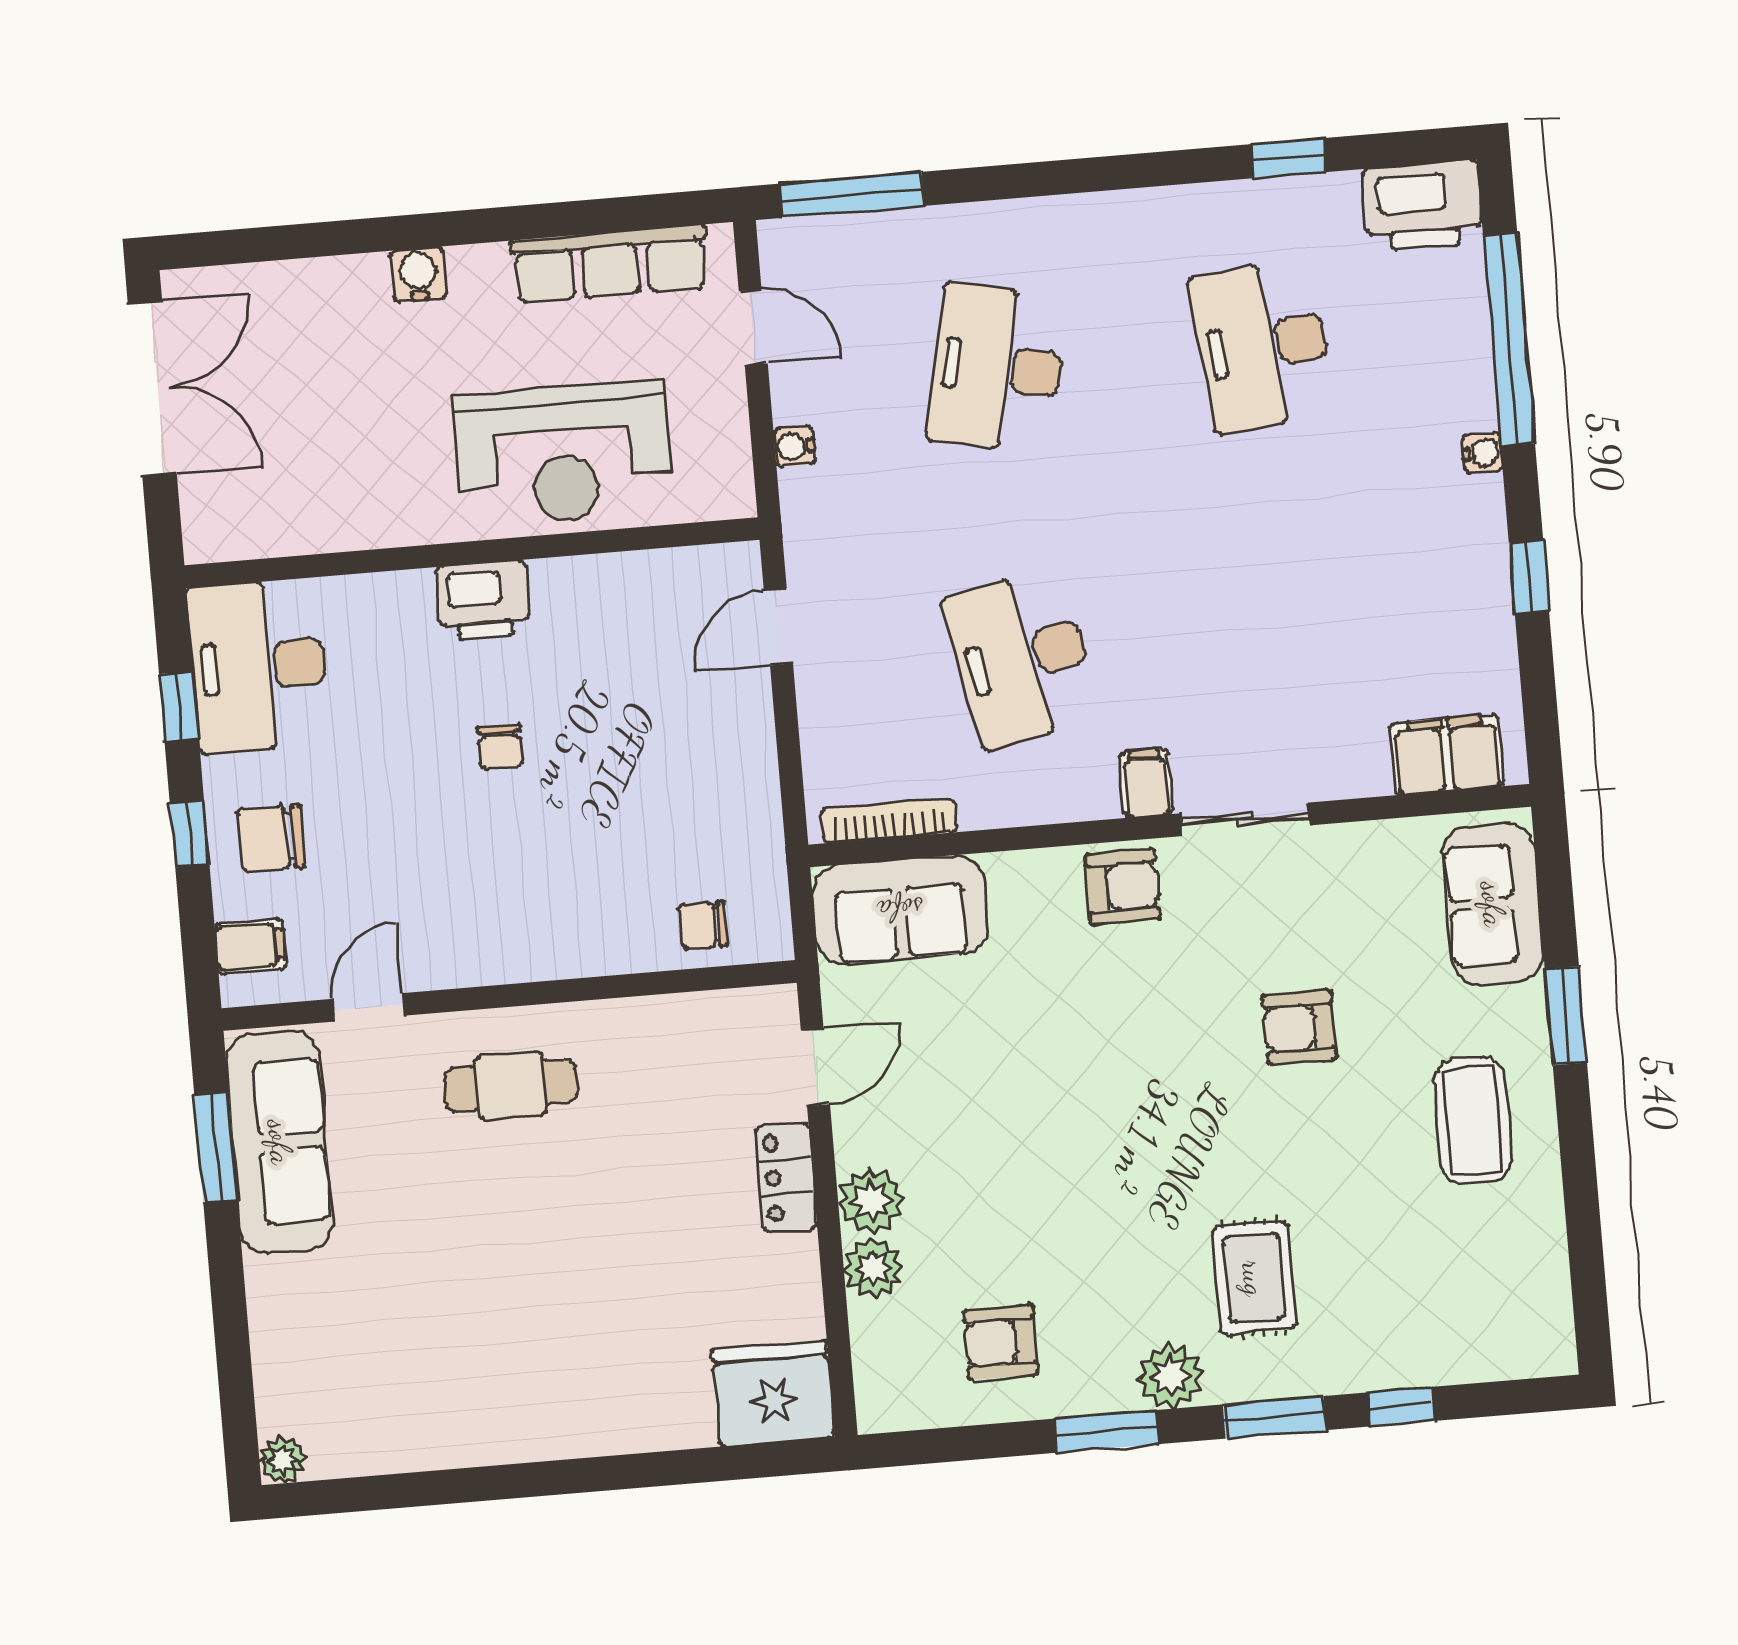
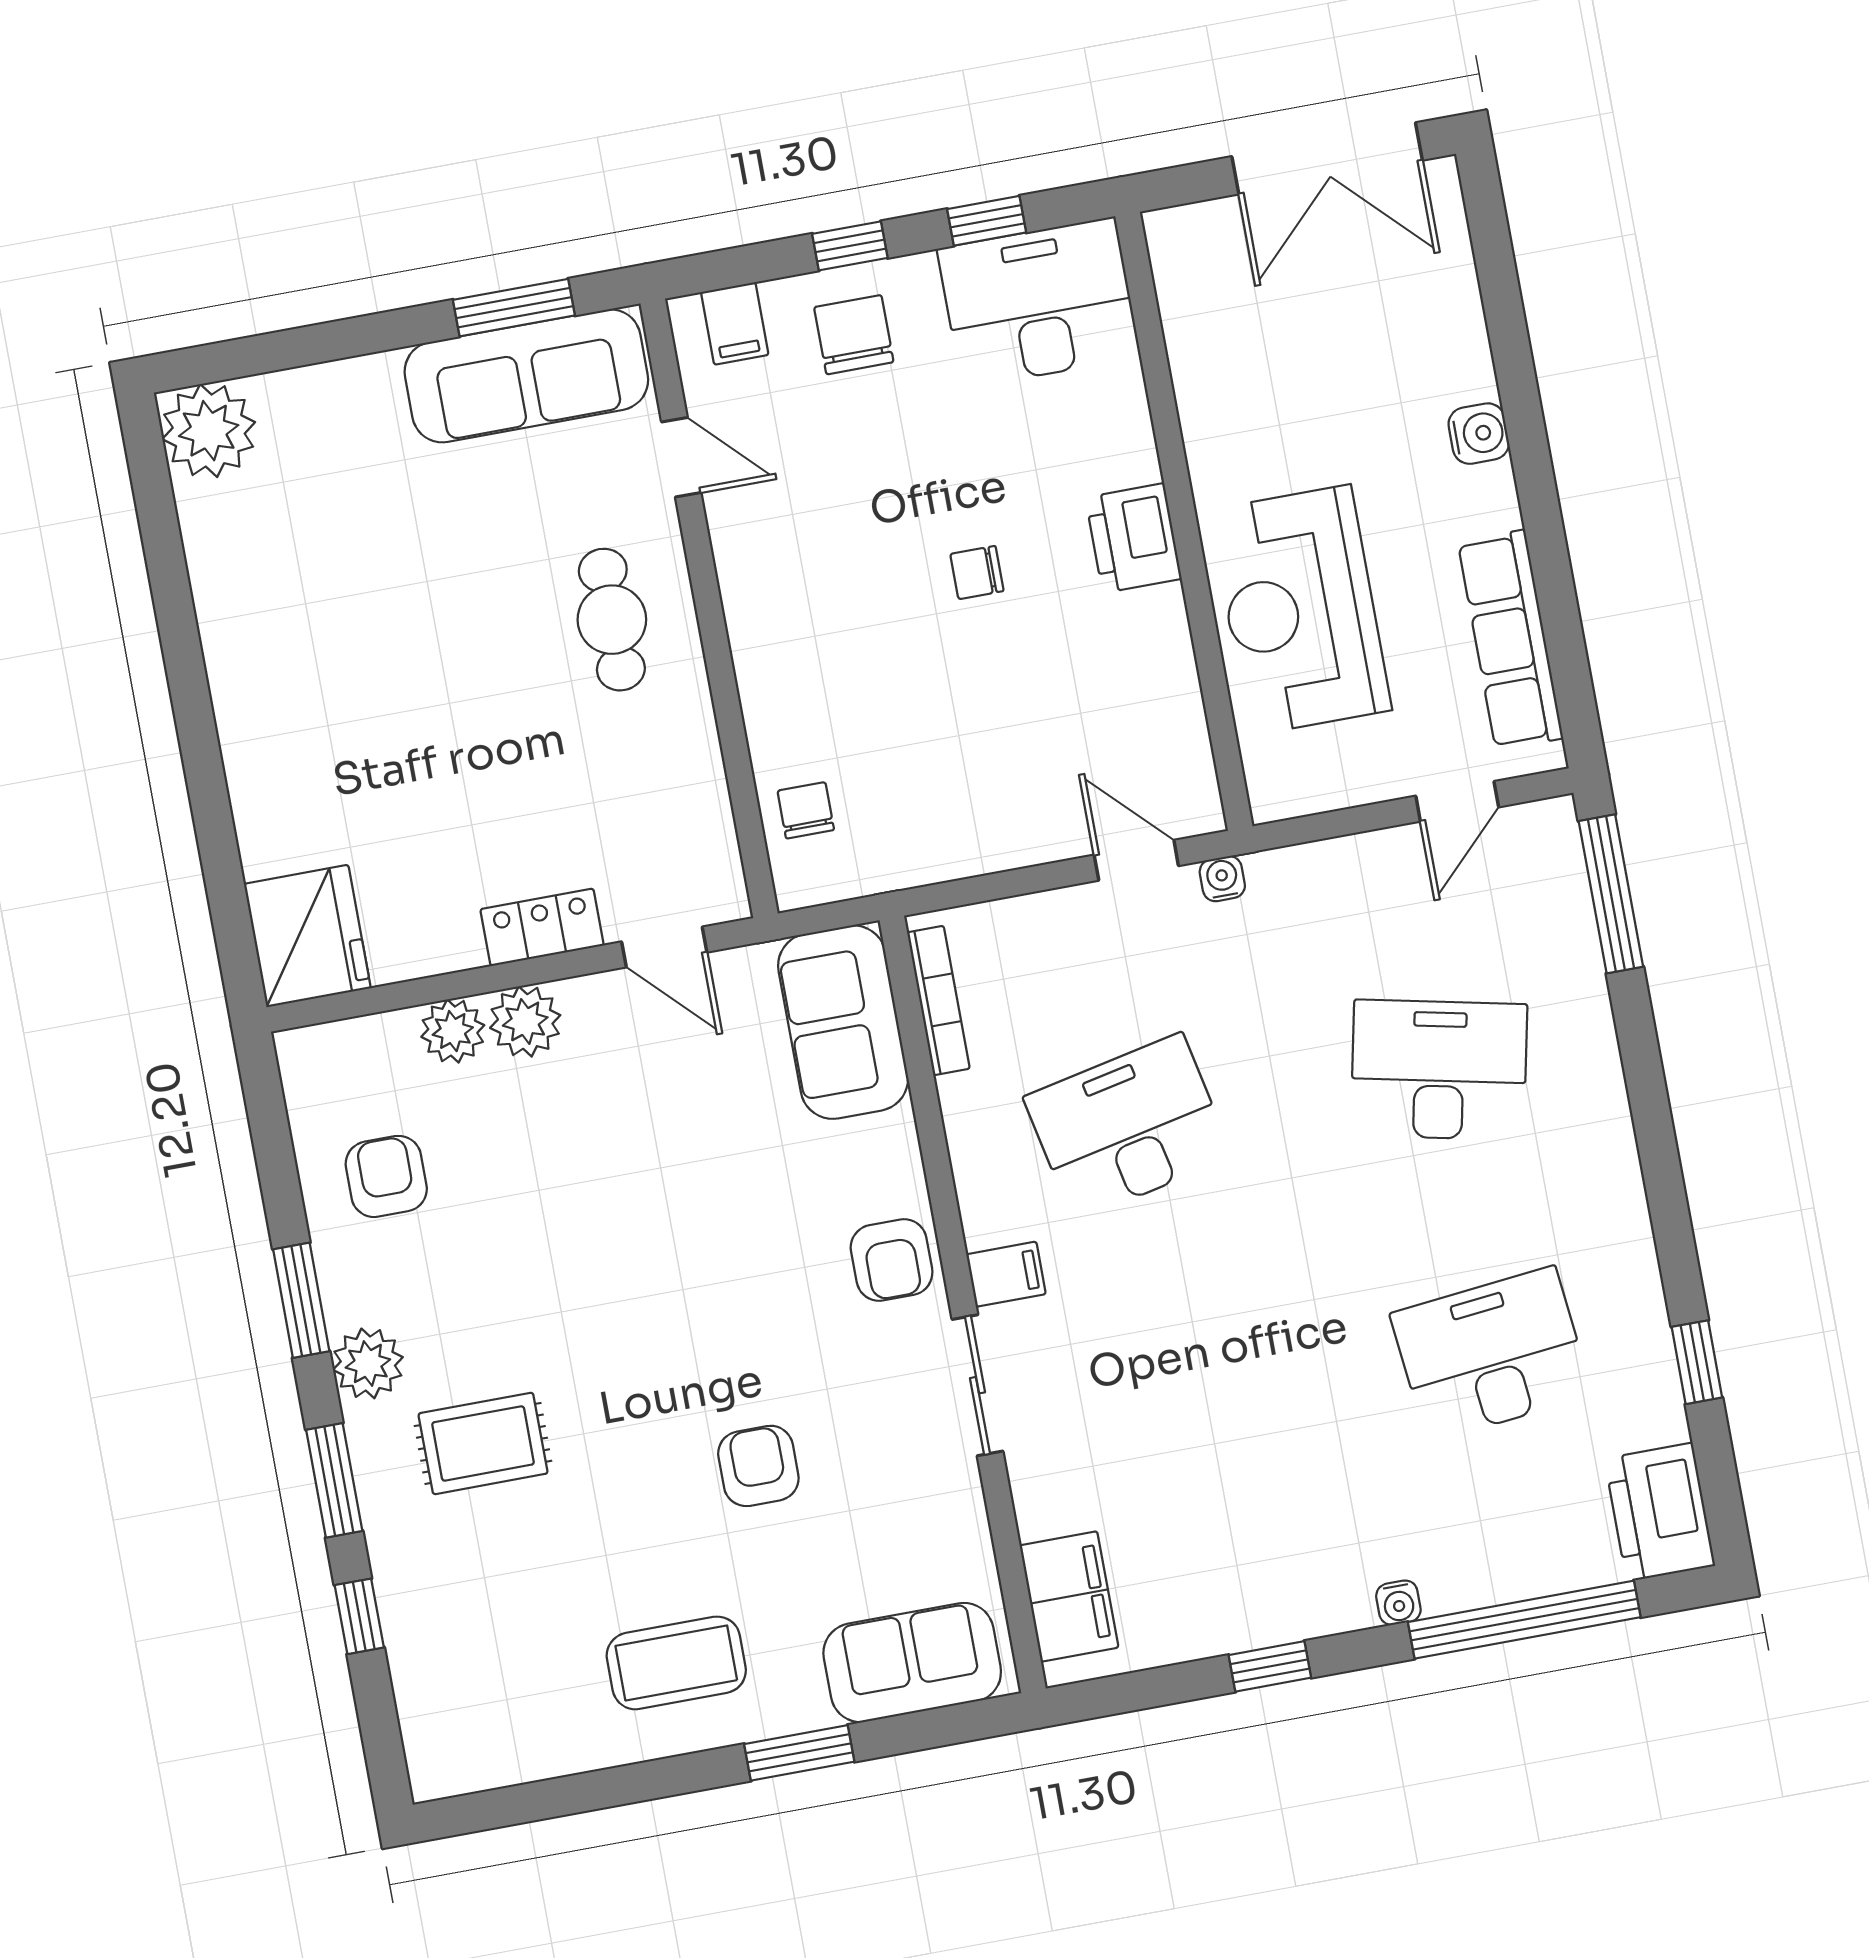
water cooler: (794, 446) -> (1222, 879), moved
plant: (283, 1460) -> (209, 431), width x1.88, depth x1.88

